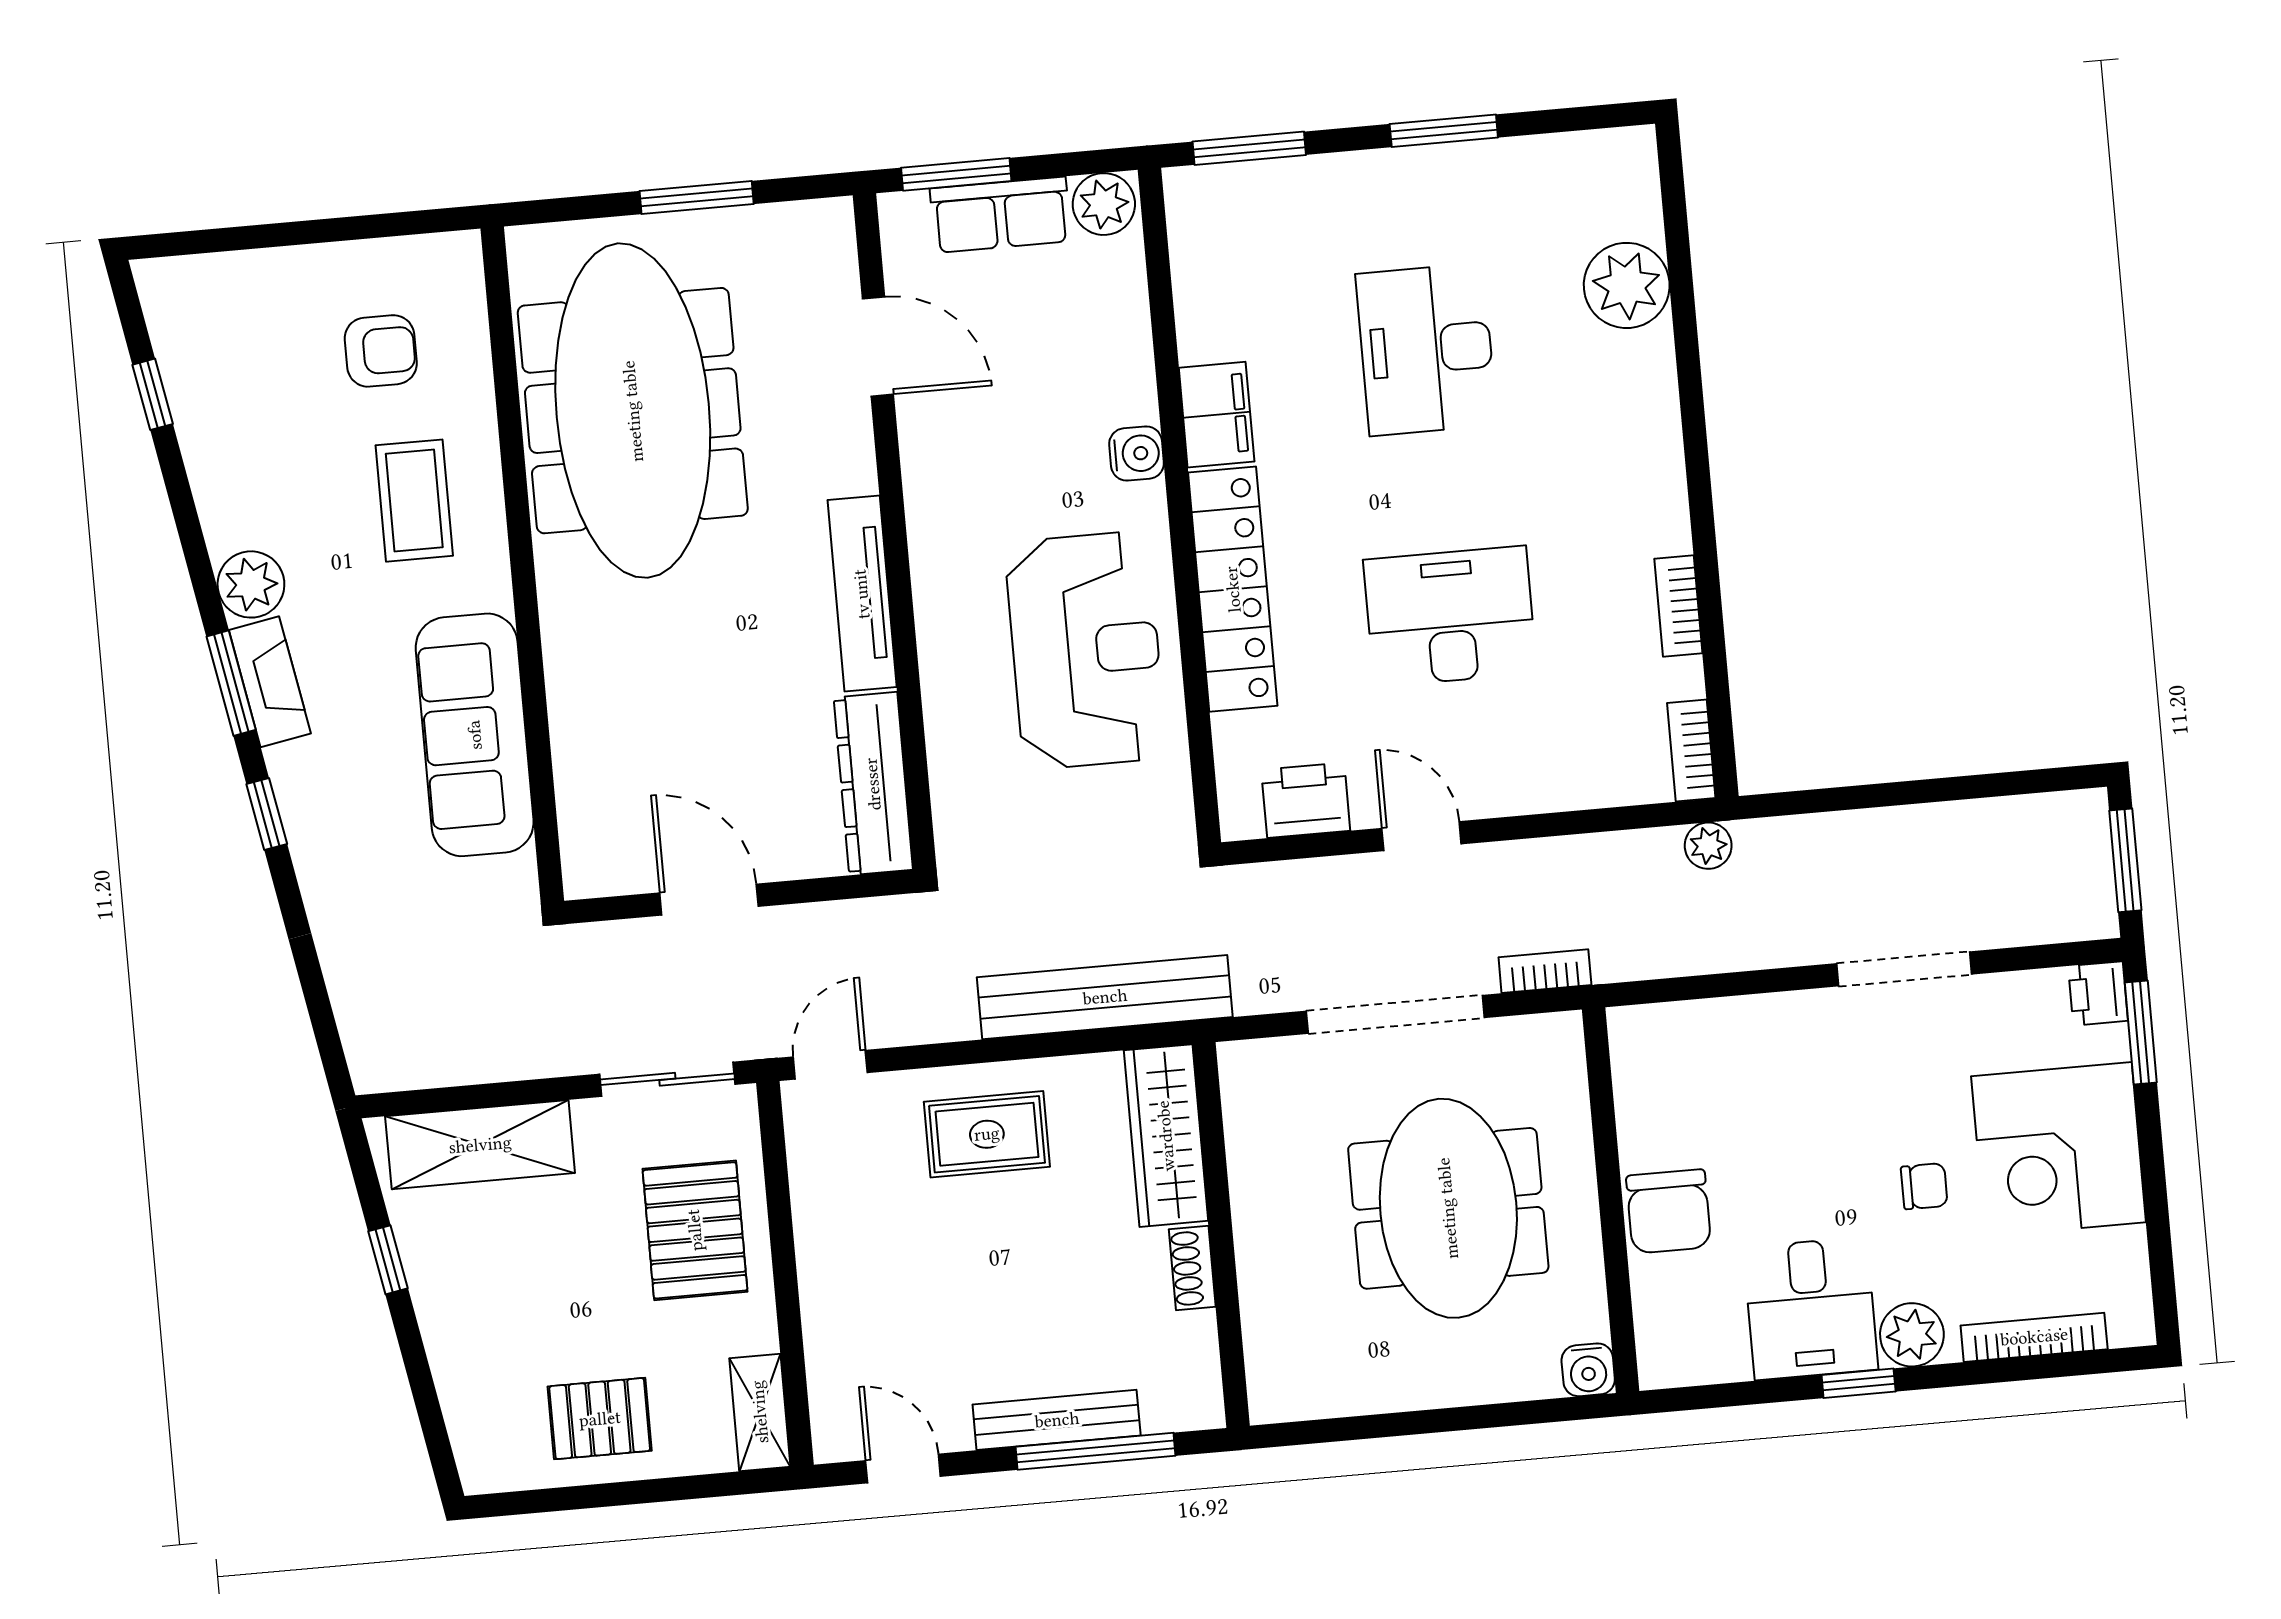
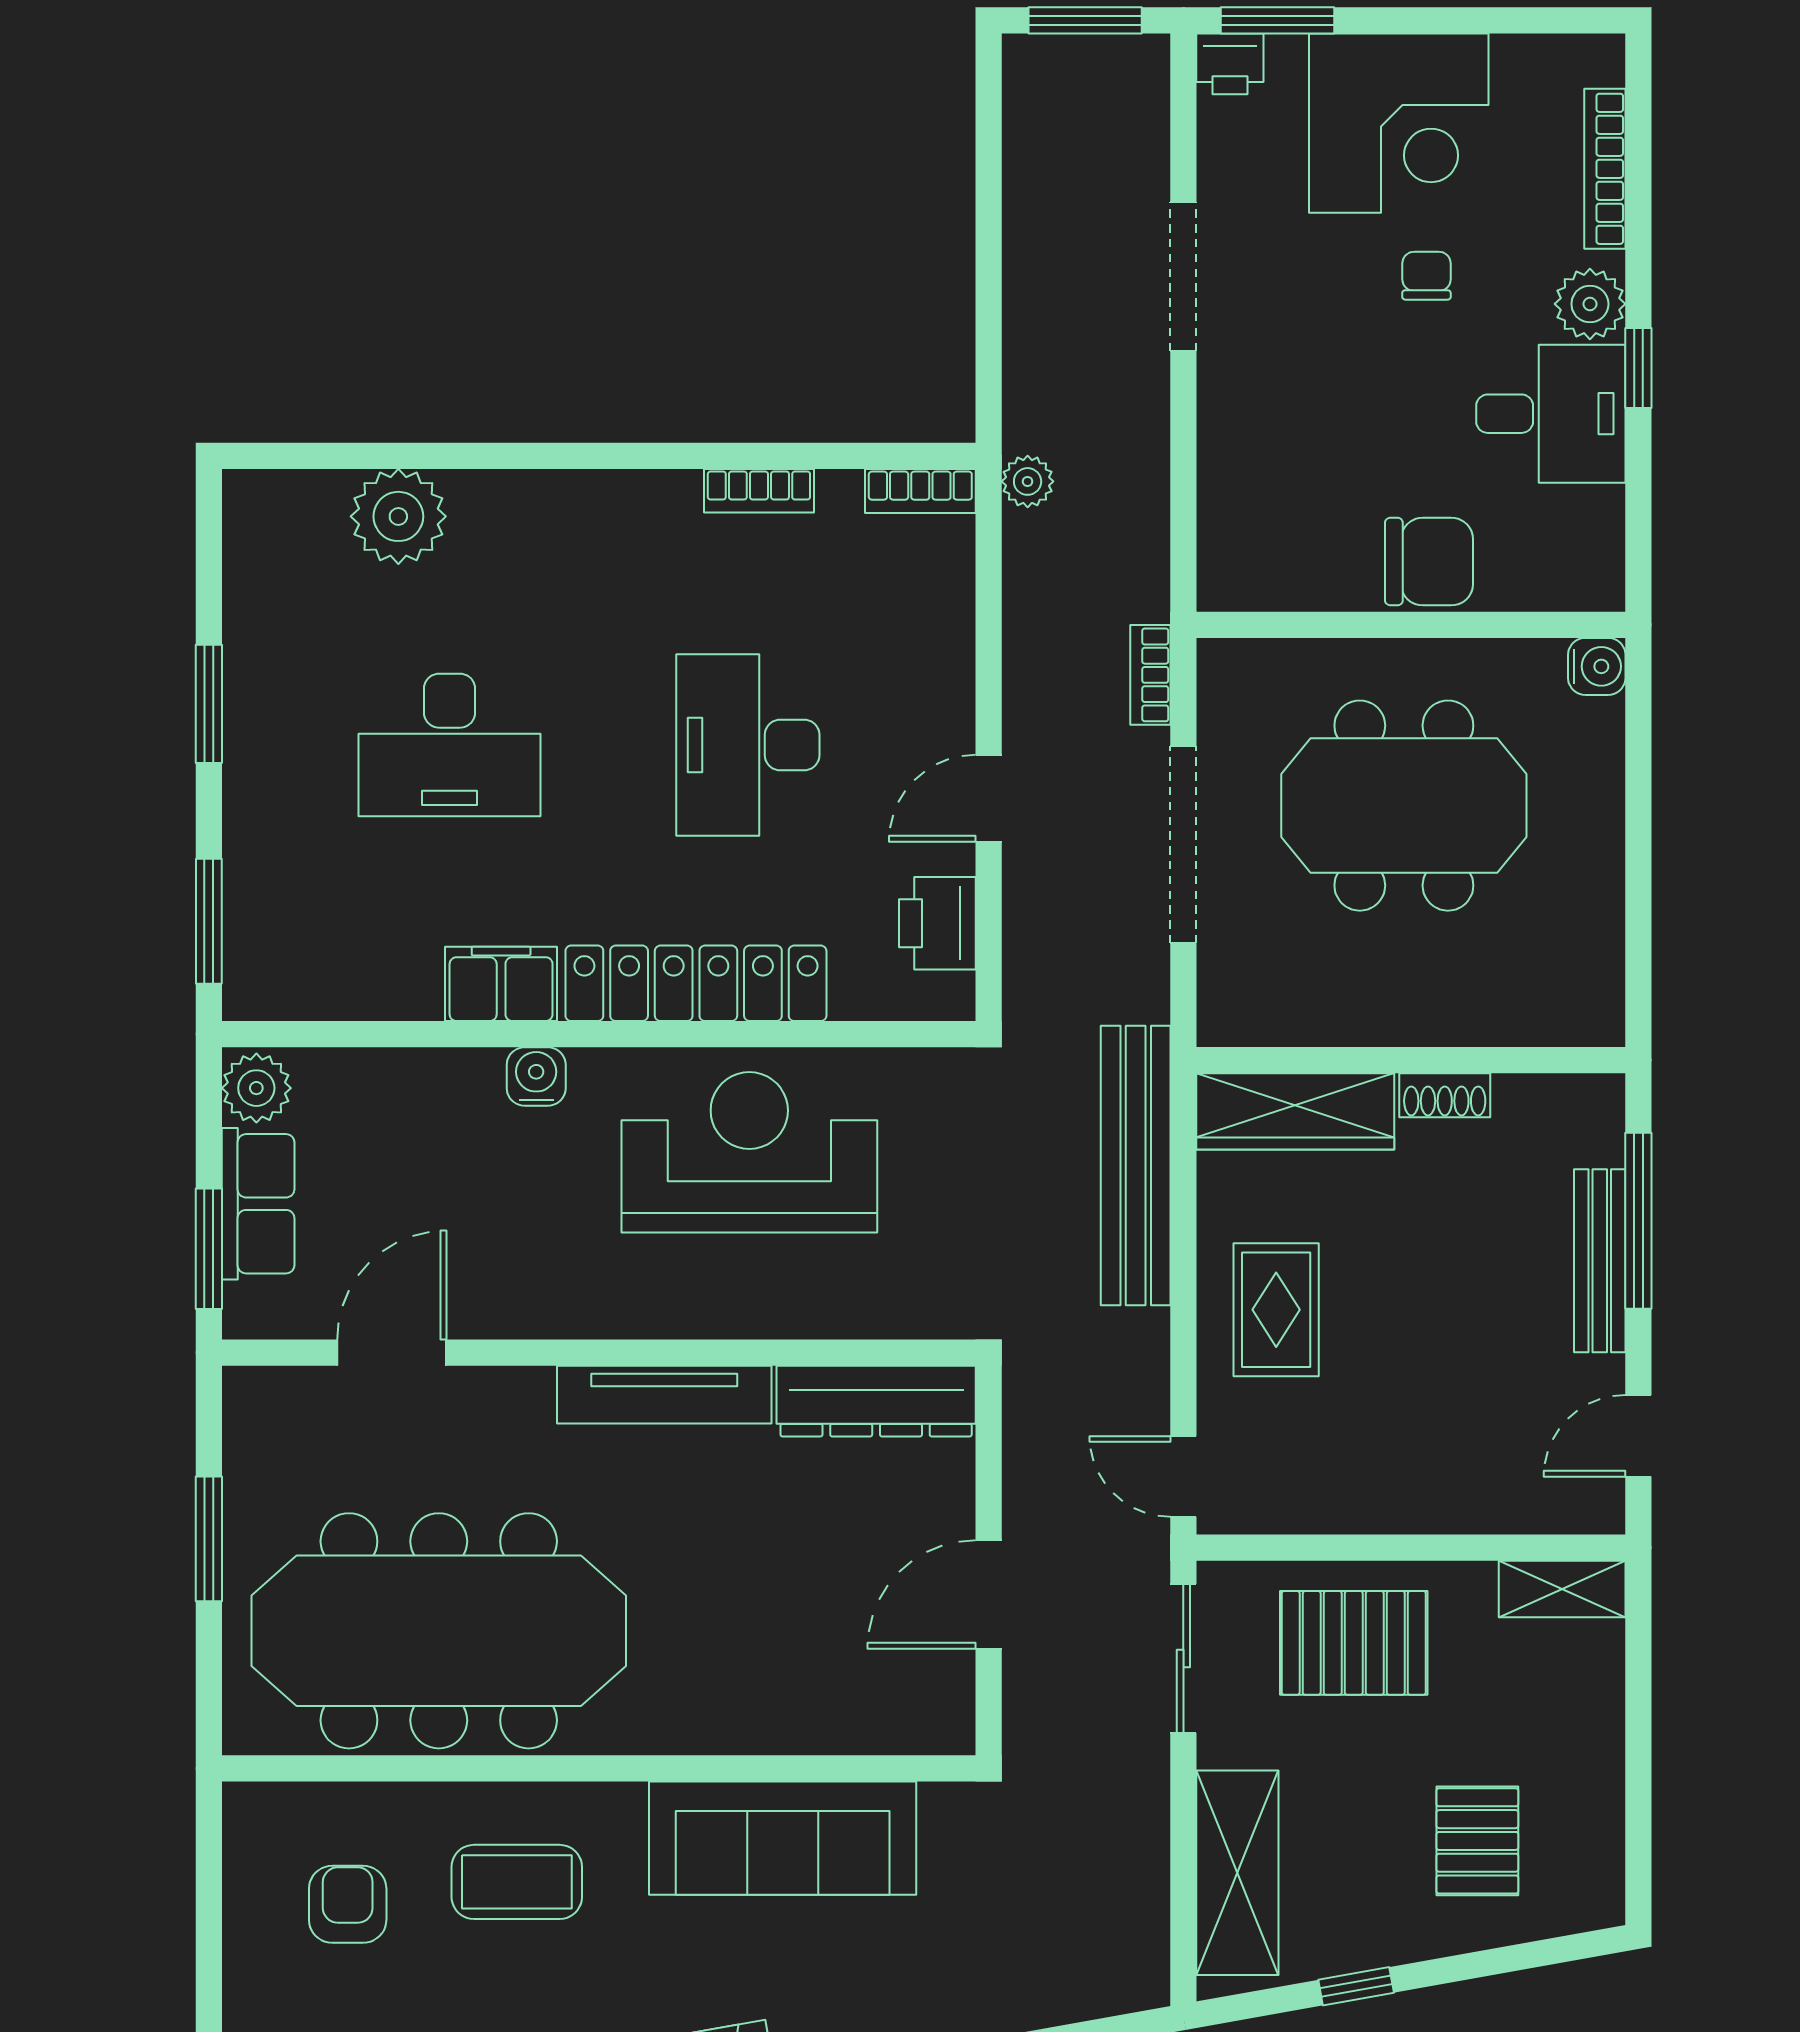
pallet: (600, 1419) -> (1477, 1841), moved

